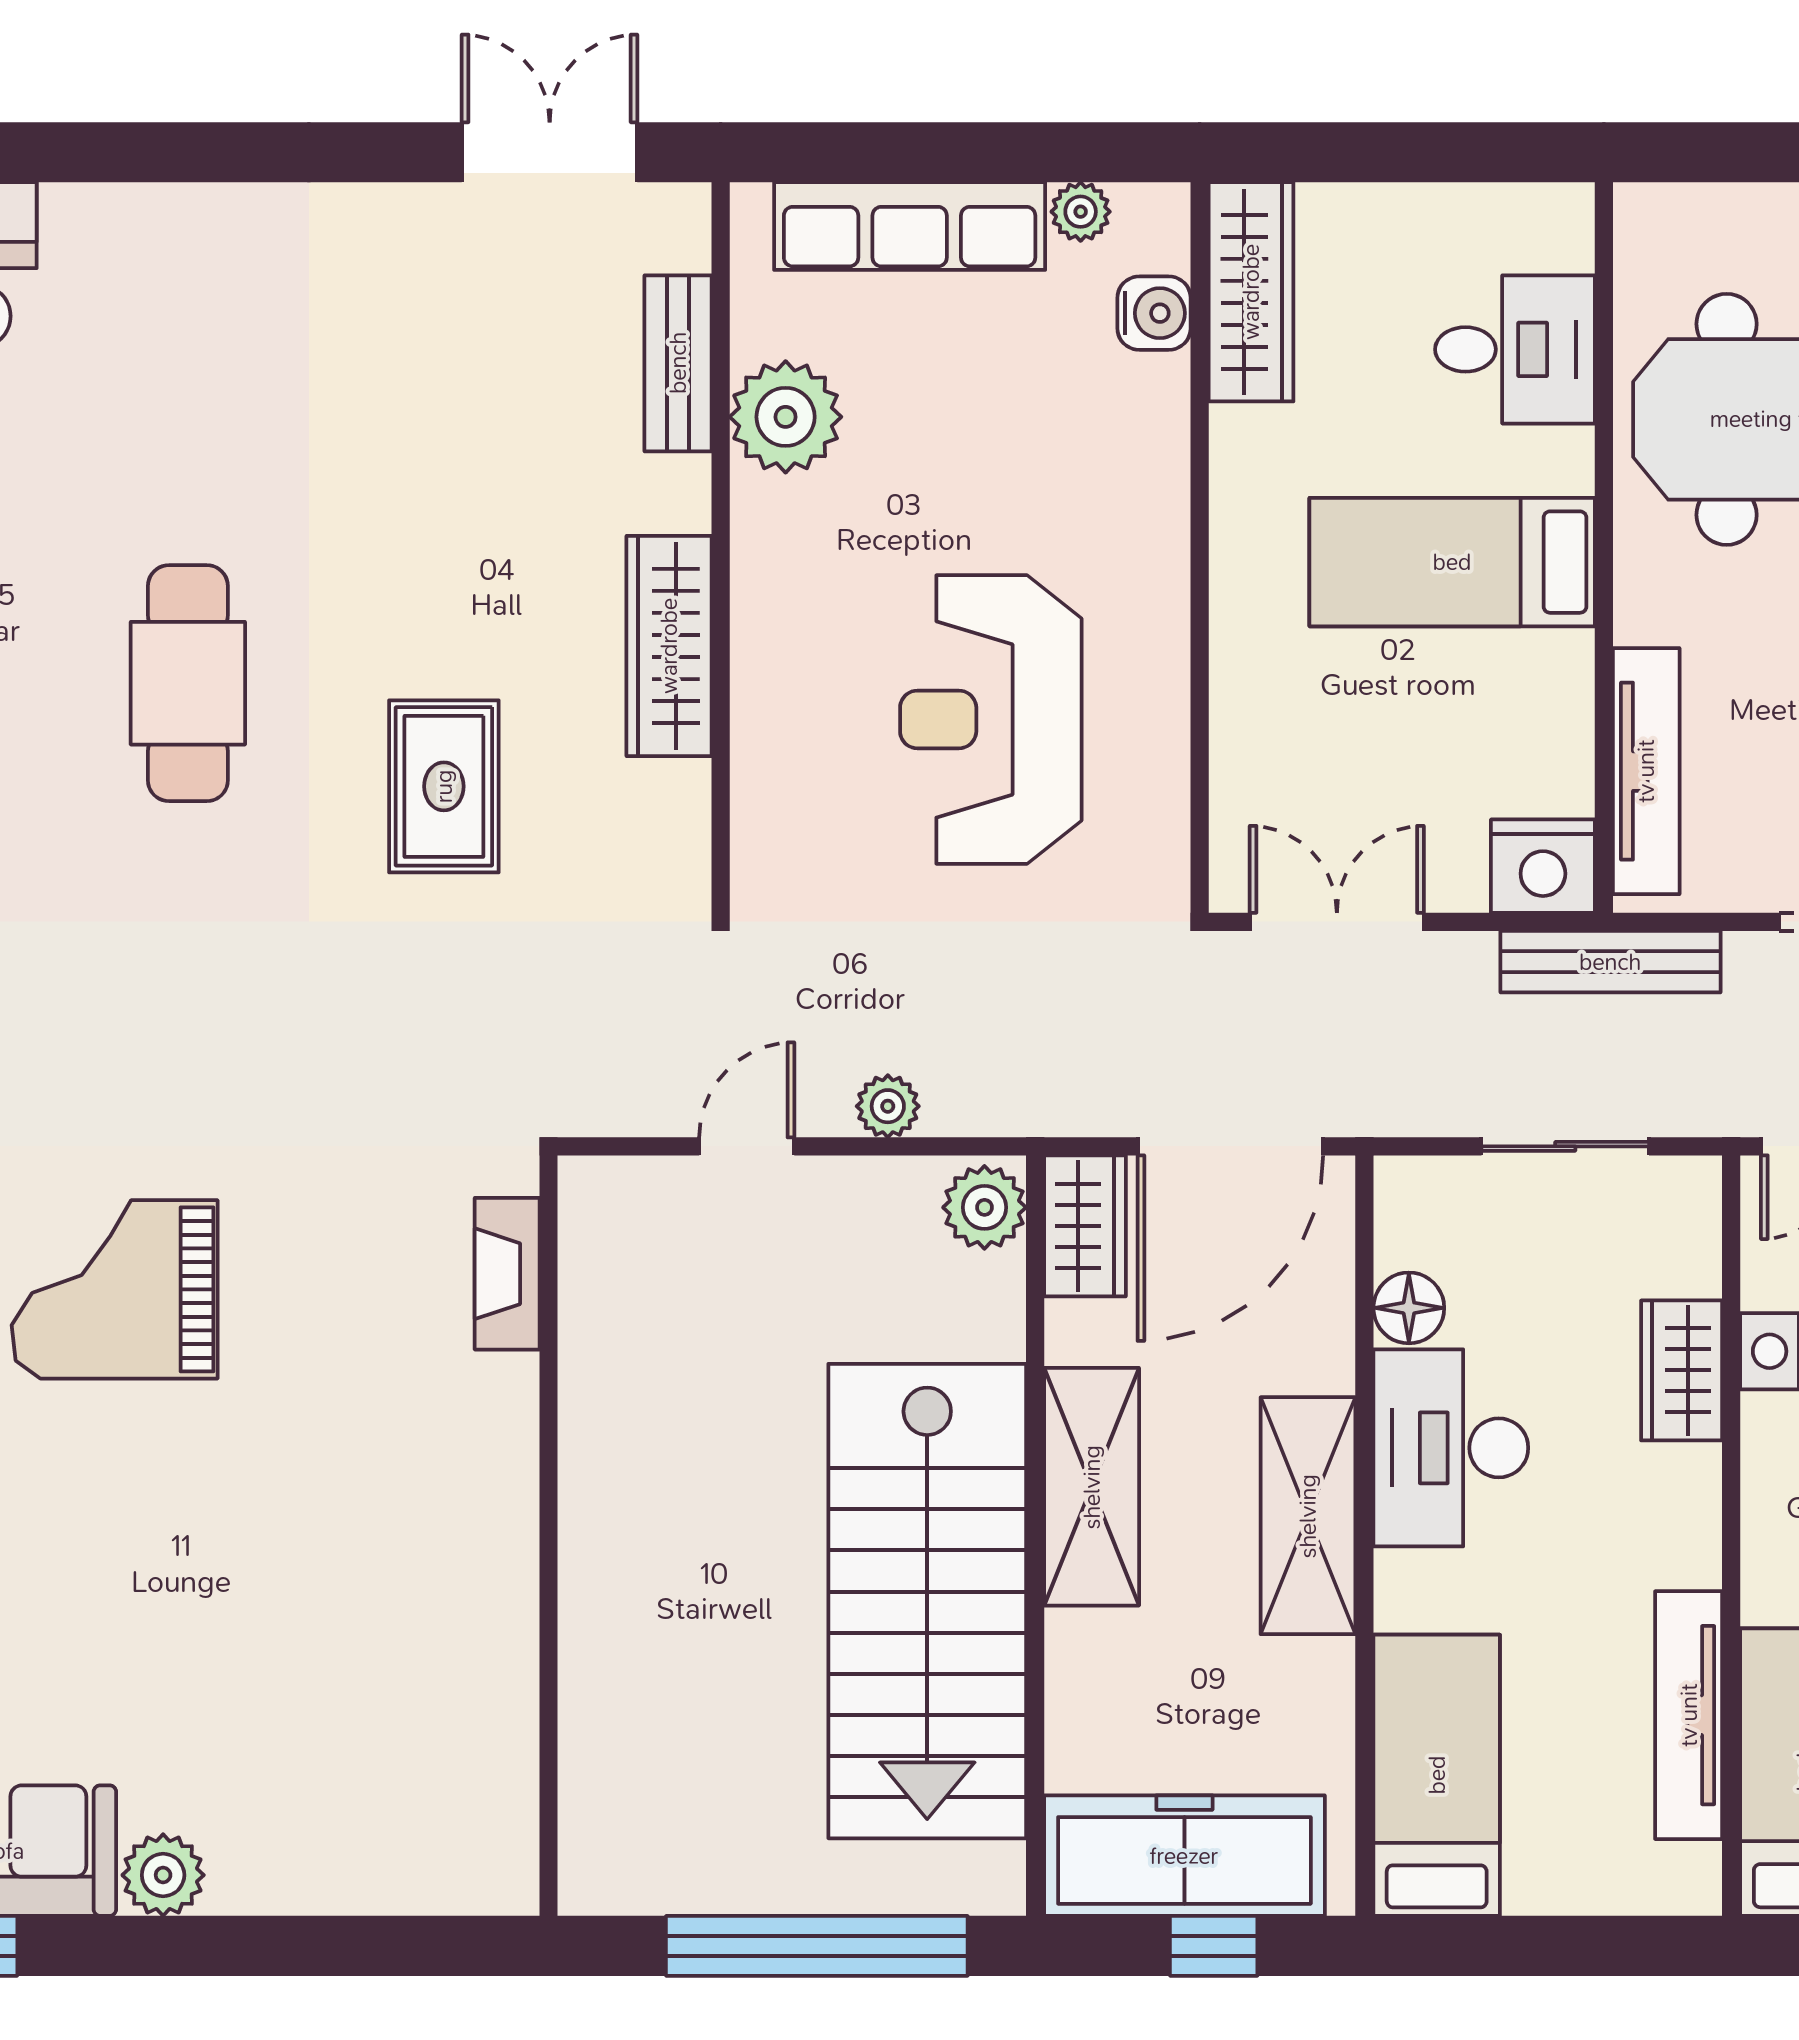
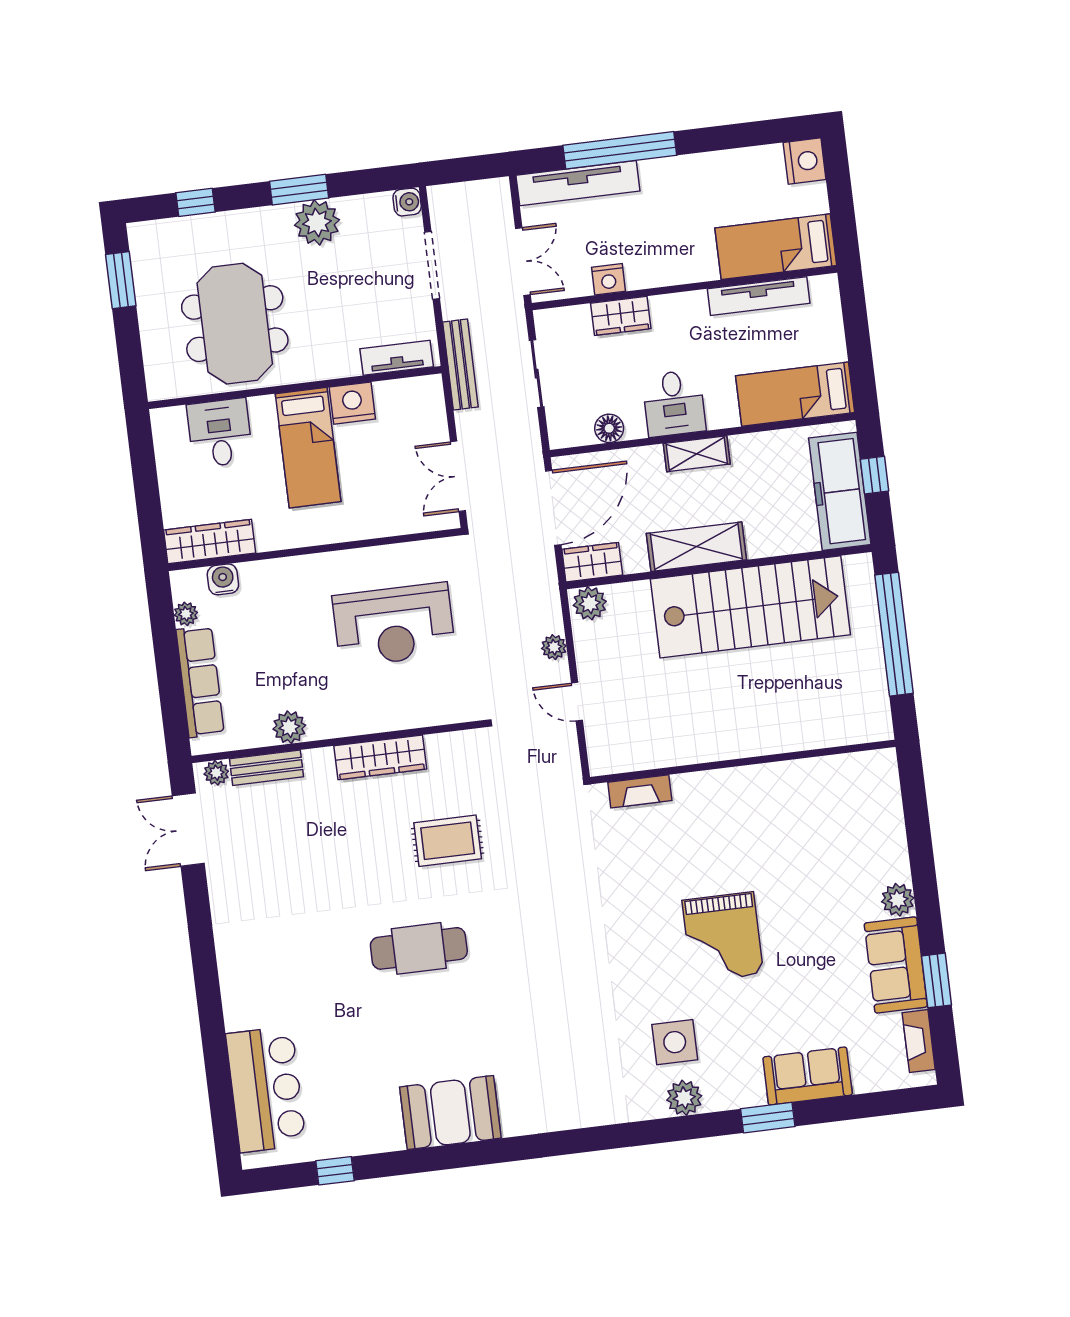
plant: (681, 238) -> (216, 773), added
plant: (786, 417) -> (289, 727), width x0.73, depth x0.73
tv unit: (1646, 771) -> (397, 358), width x0.71
nightstand: (1543, 866) -> (352, 403), moved, turned -90
door: (1230, 1146) -> (553, 508), hinge flipped
grand piano: (115, 1289) -> (723, 937), moved
desk: (1451, 1448) -> (674, 403), width x0.73
shelving: (1308, 1516) -> (697, 454), width x0.67, depth x0.75

